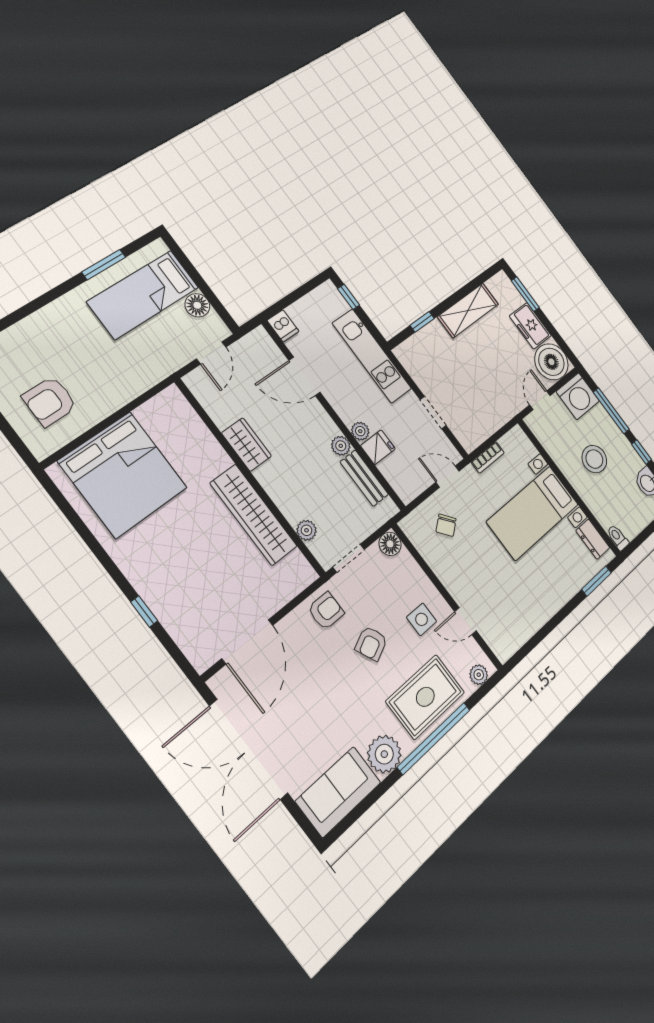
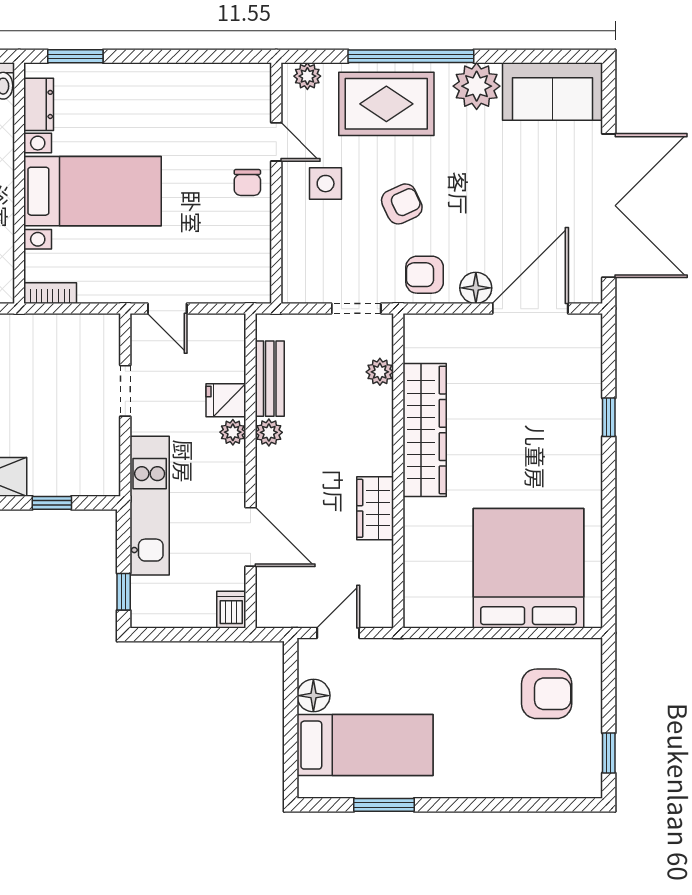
bookcase: (488, 457) -> (50, 293), moved
chair: (446, 525) -> (247, 183), moved, turned 129
floor lamp: (390, 544) -> (476, 288), moved

